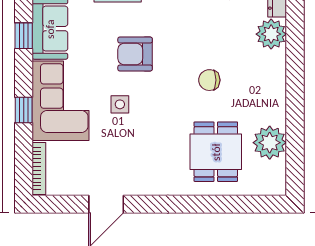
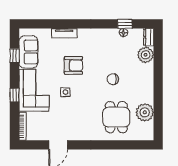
armchair: (135, 54) -> (73, 65), turned 180

